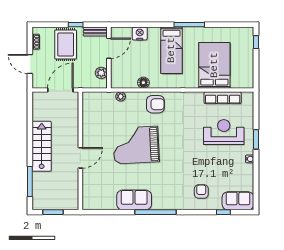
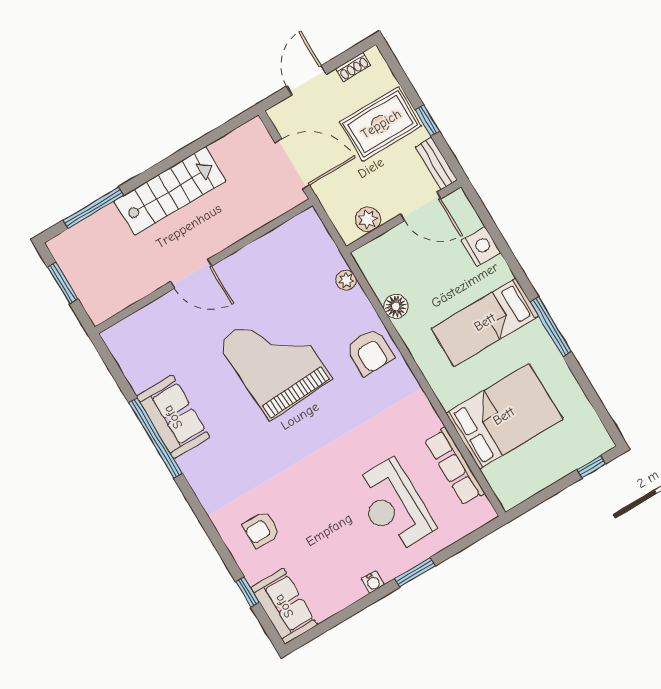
reception desk: (224, 132) -> (393, 506), turned 180
armchair: (201, 191) -> (261, 530), turned 180
window: (155, 212) -> (155, 438), moved

